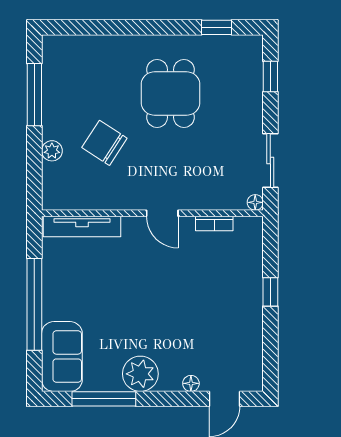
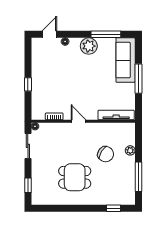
window: (217, 27) -> (114, 208), moved
dining table: (170, 93) -> (75, 177), turned 90
window: (34, 304) -> (138, 79), width x0.68
sofa: (62, 357) -> (126, 60), width x1.36

